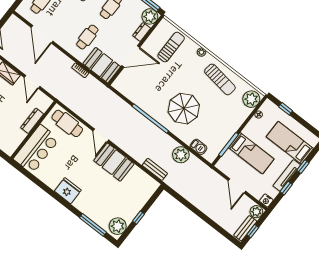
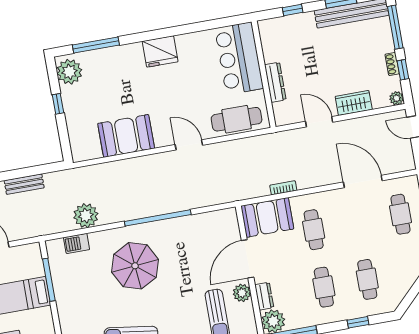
plant: (150, 44) -> (242, 293), added
booth: (114, 162) -> (126, 136), moved
bench: (155, 169) -> (24, 184), moved

